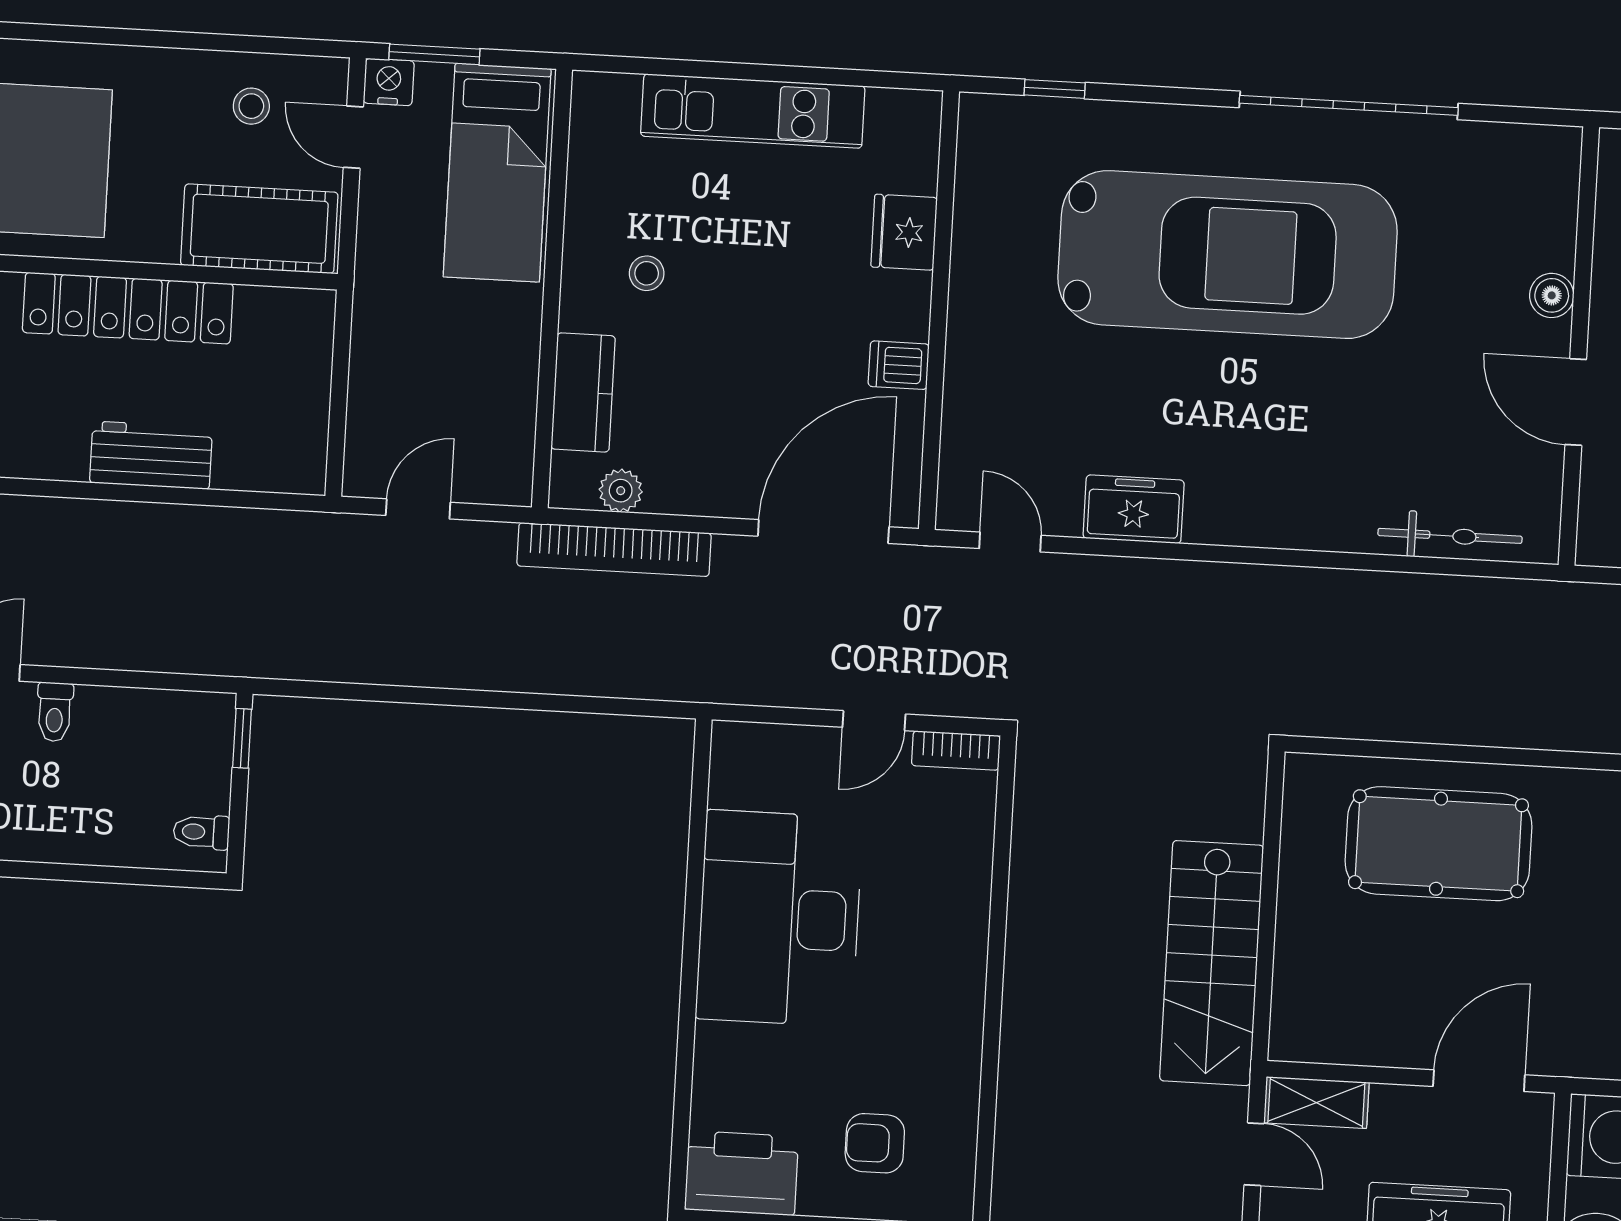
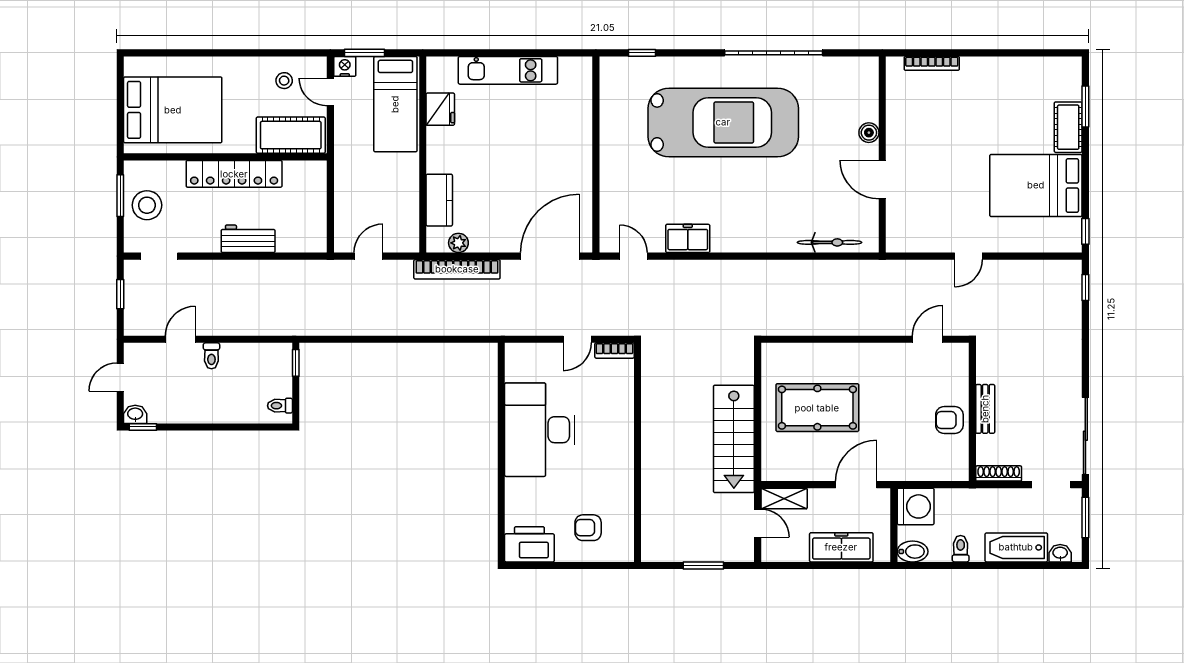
fridge: (904, 232) -> (440, 109), moved, turned 180
stool: (647, 273) -> (465, 145), removed
dishwasher: (899, 365) -> (579, 180), removed
pool table: (1438, 844) -> (817, 408), moved

